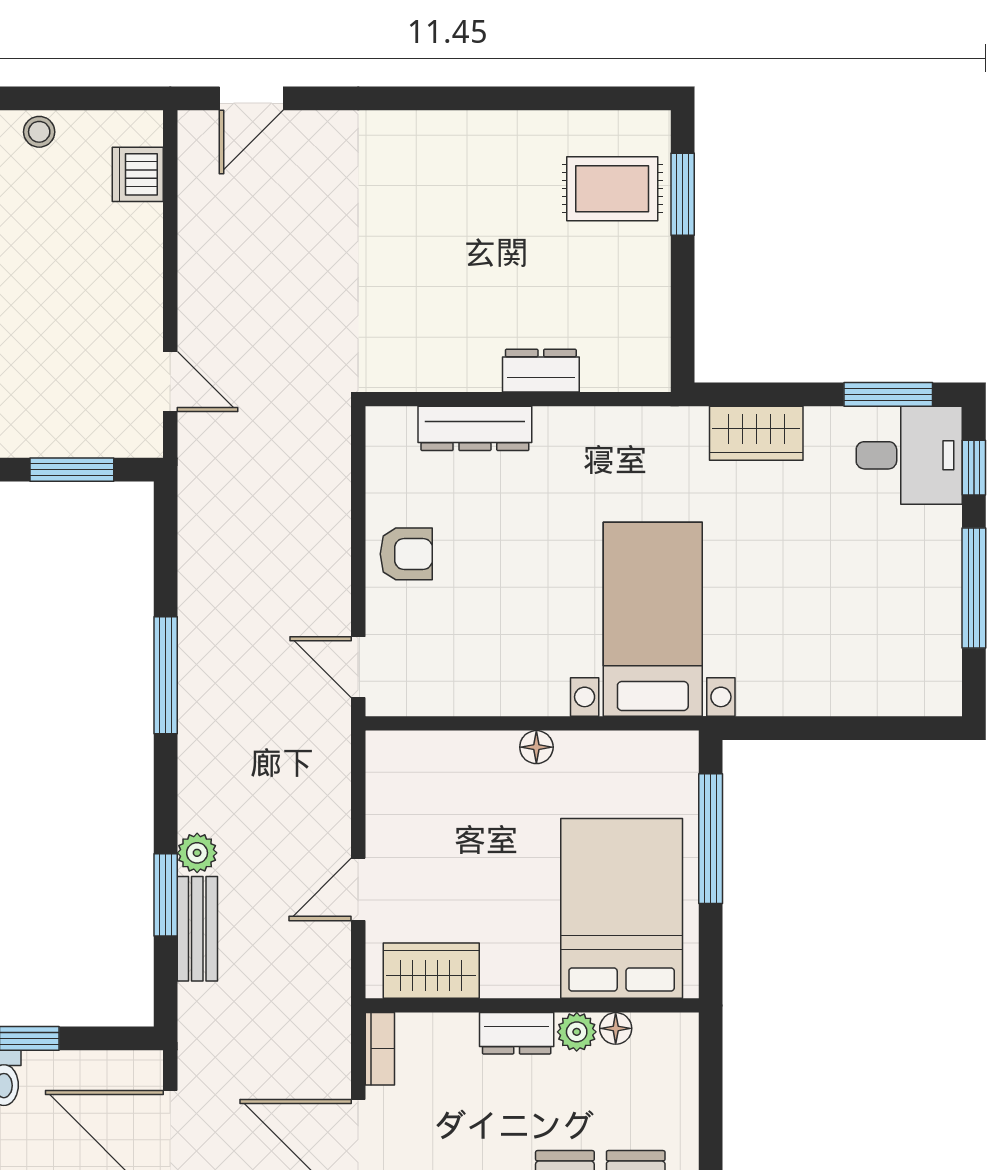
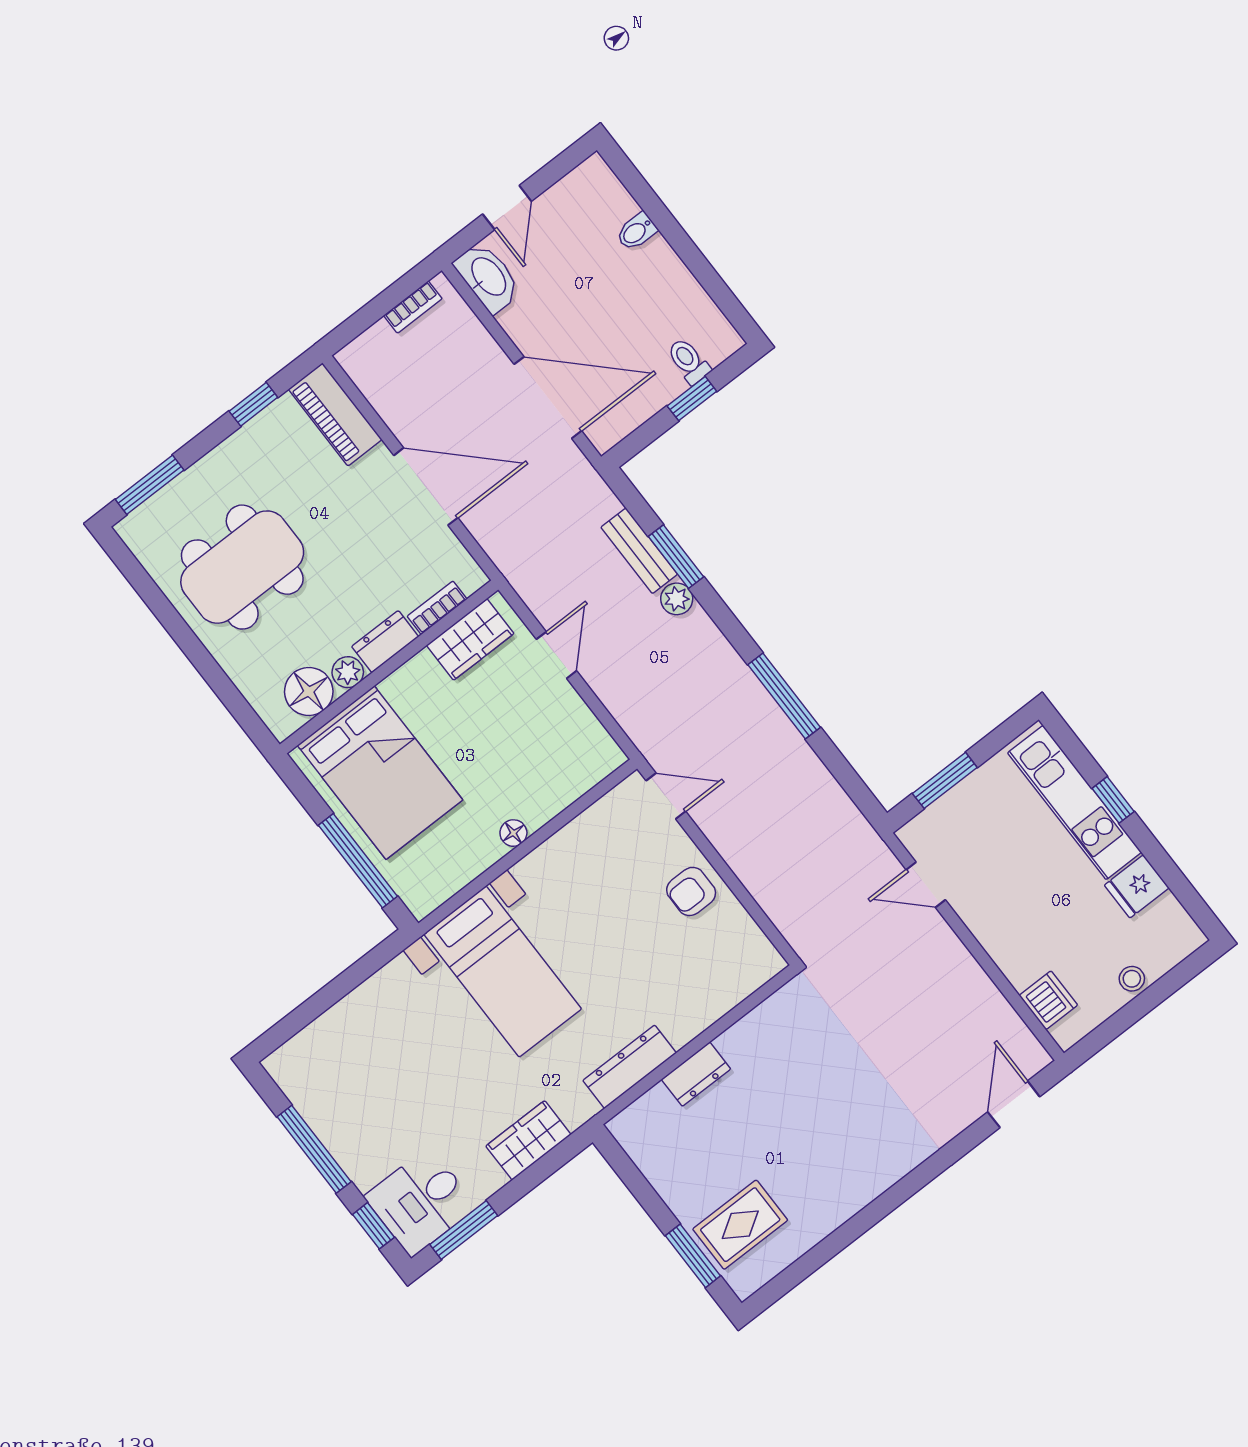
dresser: (475, 428) -> (630, 1067), moved
floor lamp: (616, 1028) -> (309, 692), width x1.89, depth x1.89
bookcase: (380, 1049) -> (437, 608), moved, turned 90

